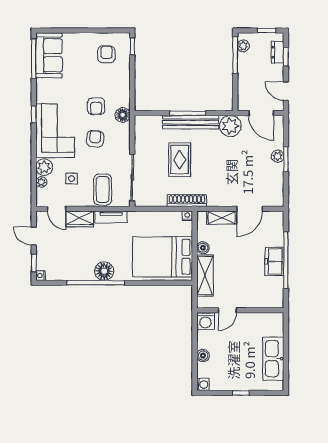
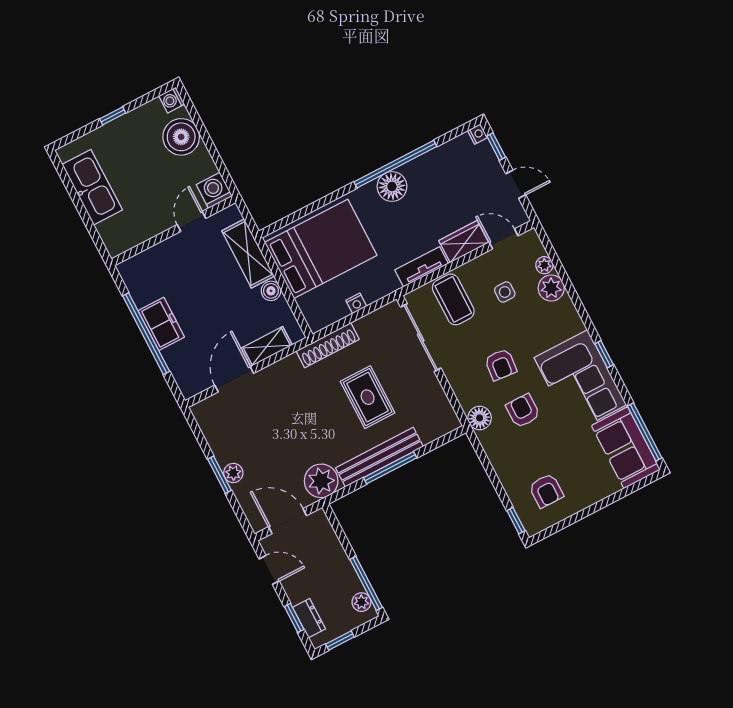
corner sofa: (55, 131) -> (580, 381), moved
nightstand: (187, 216) -> (356, 303), moved
boiler: (203, 356) -> (181, 137), width x1.86, depth x1.86

